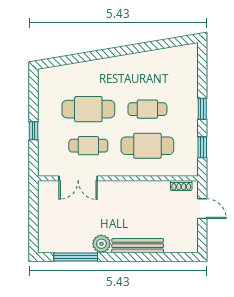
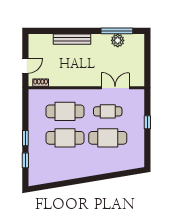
cafe table: (147, 109) -> (65, 138), width x1.37, depth x1.35
window: (202, 147) -> (25, 160), moved
door: (202, 209) -> (25, 66), swing flipped
plant: (101, 244) -> (118, 40), moved

